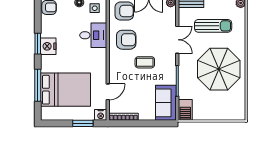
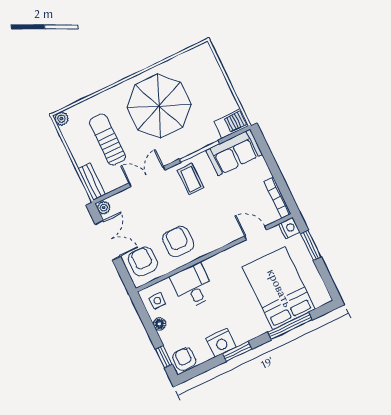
nightstand: (48, 46) -> (221, 343), moved
coffee table: (145, 62) -> (191, 179), moved

